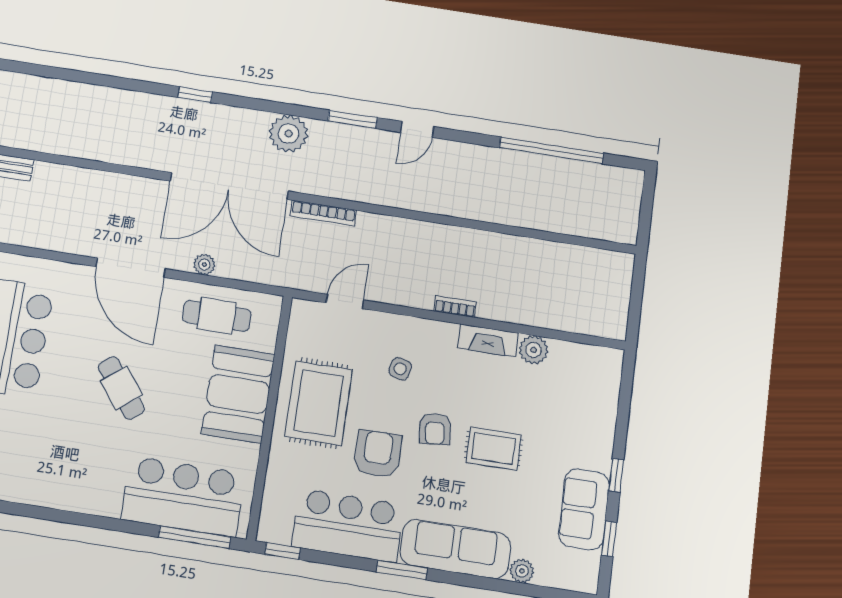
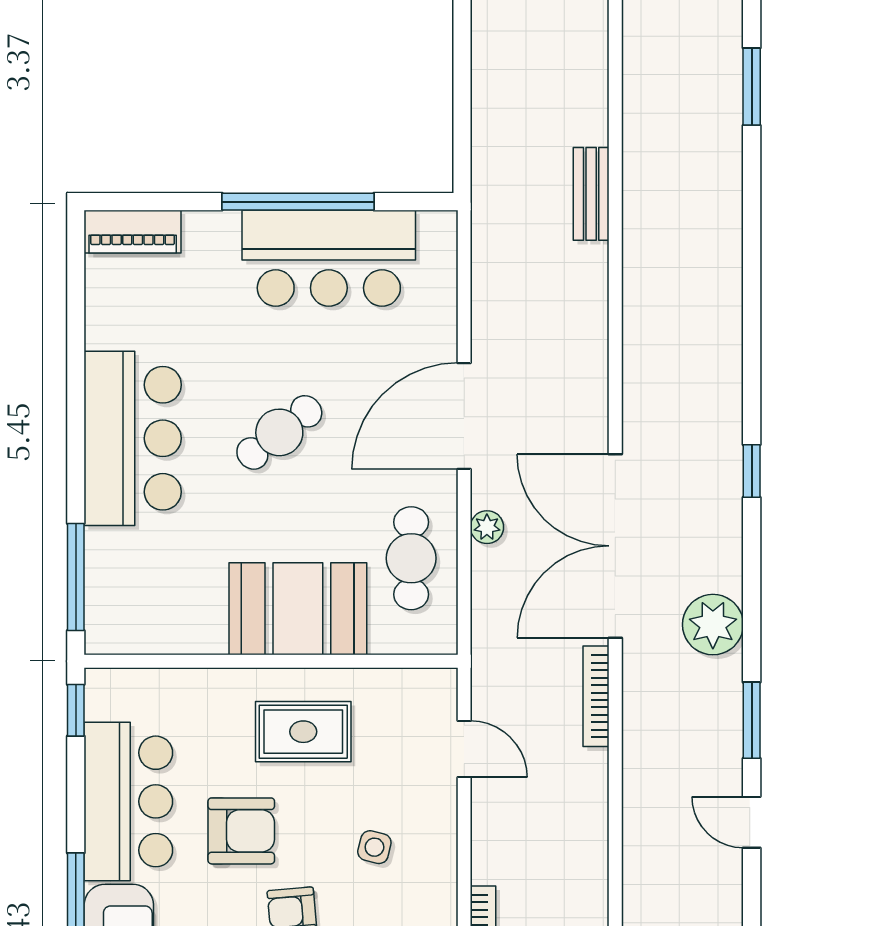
rug: (319, 403) -> (303, 732), width x0.73, depth x0.70
bar counter: (183, 496) -> (133, 438), moved

